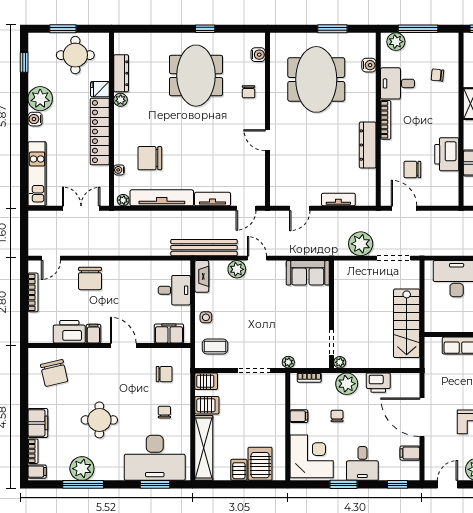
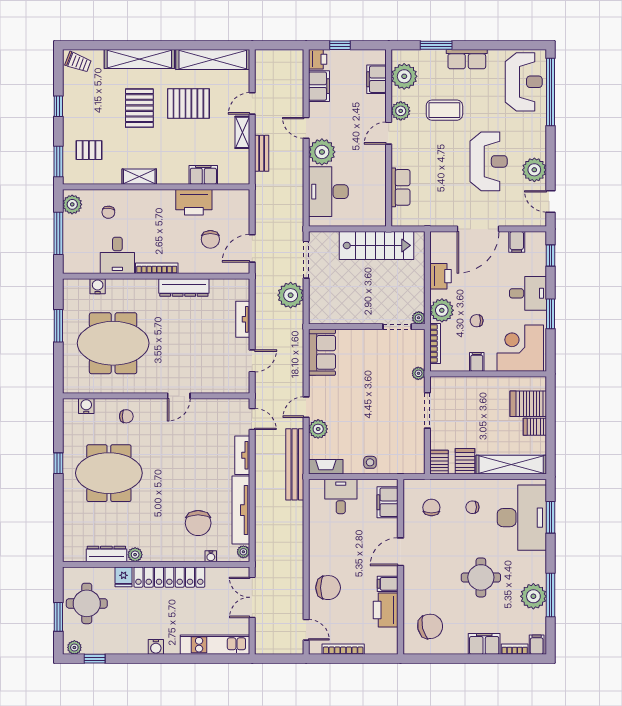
plant: (396, 42) -> (72, 204), moved
plant: (40, 99) -> (74, 647), moved, width x0.53, depth x0.53
door: (300, 208) -> (252, 361), hinge flipped
coffee table: (215, 346) -> (402, 453), removed
bookcase: (309, 378) -> (435, 343), width x1.56

